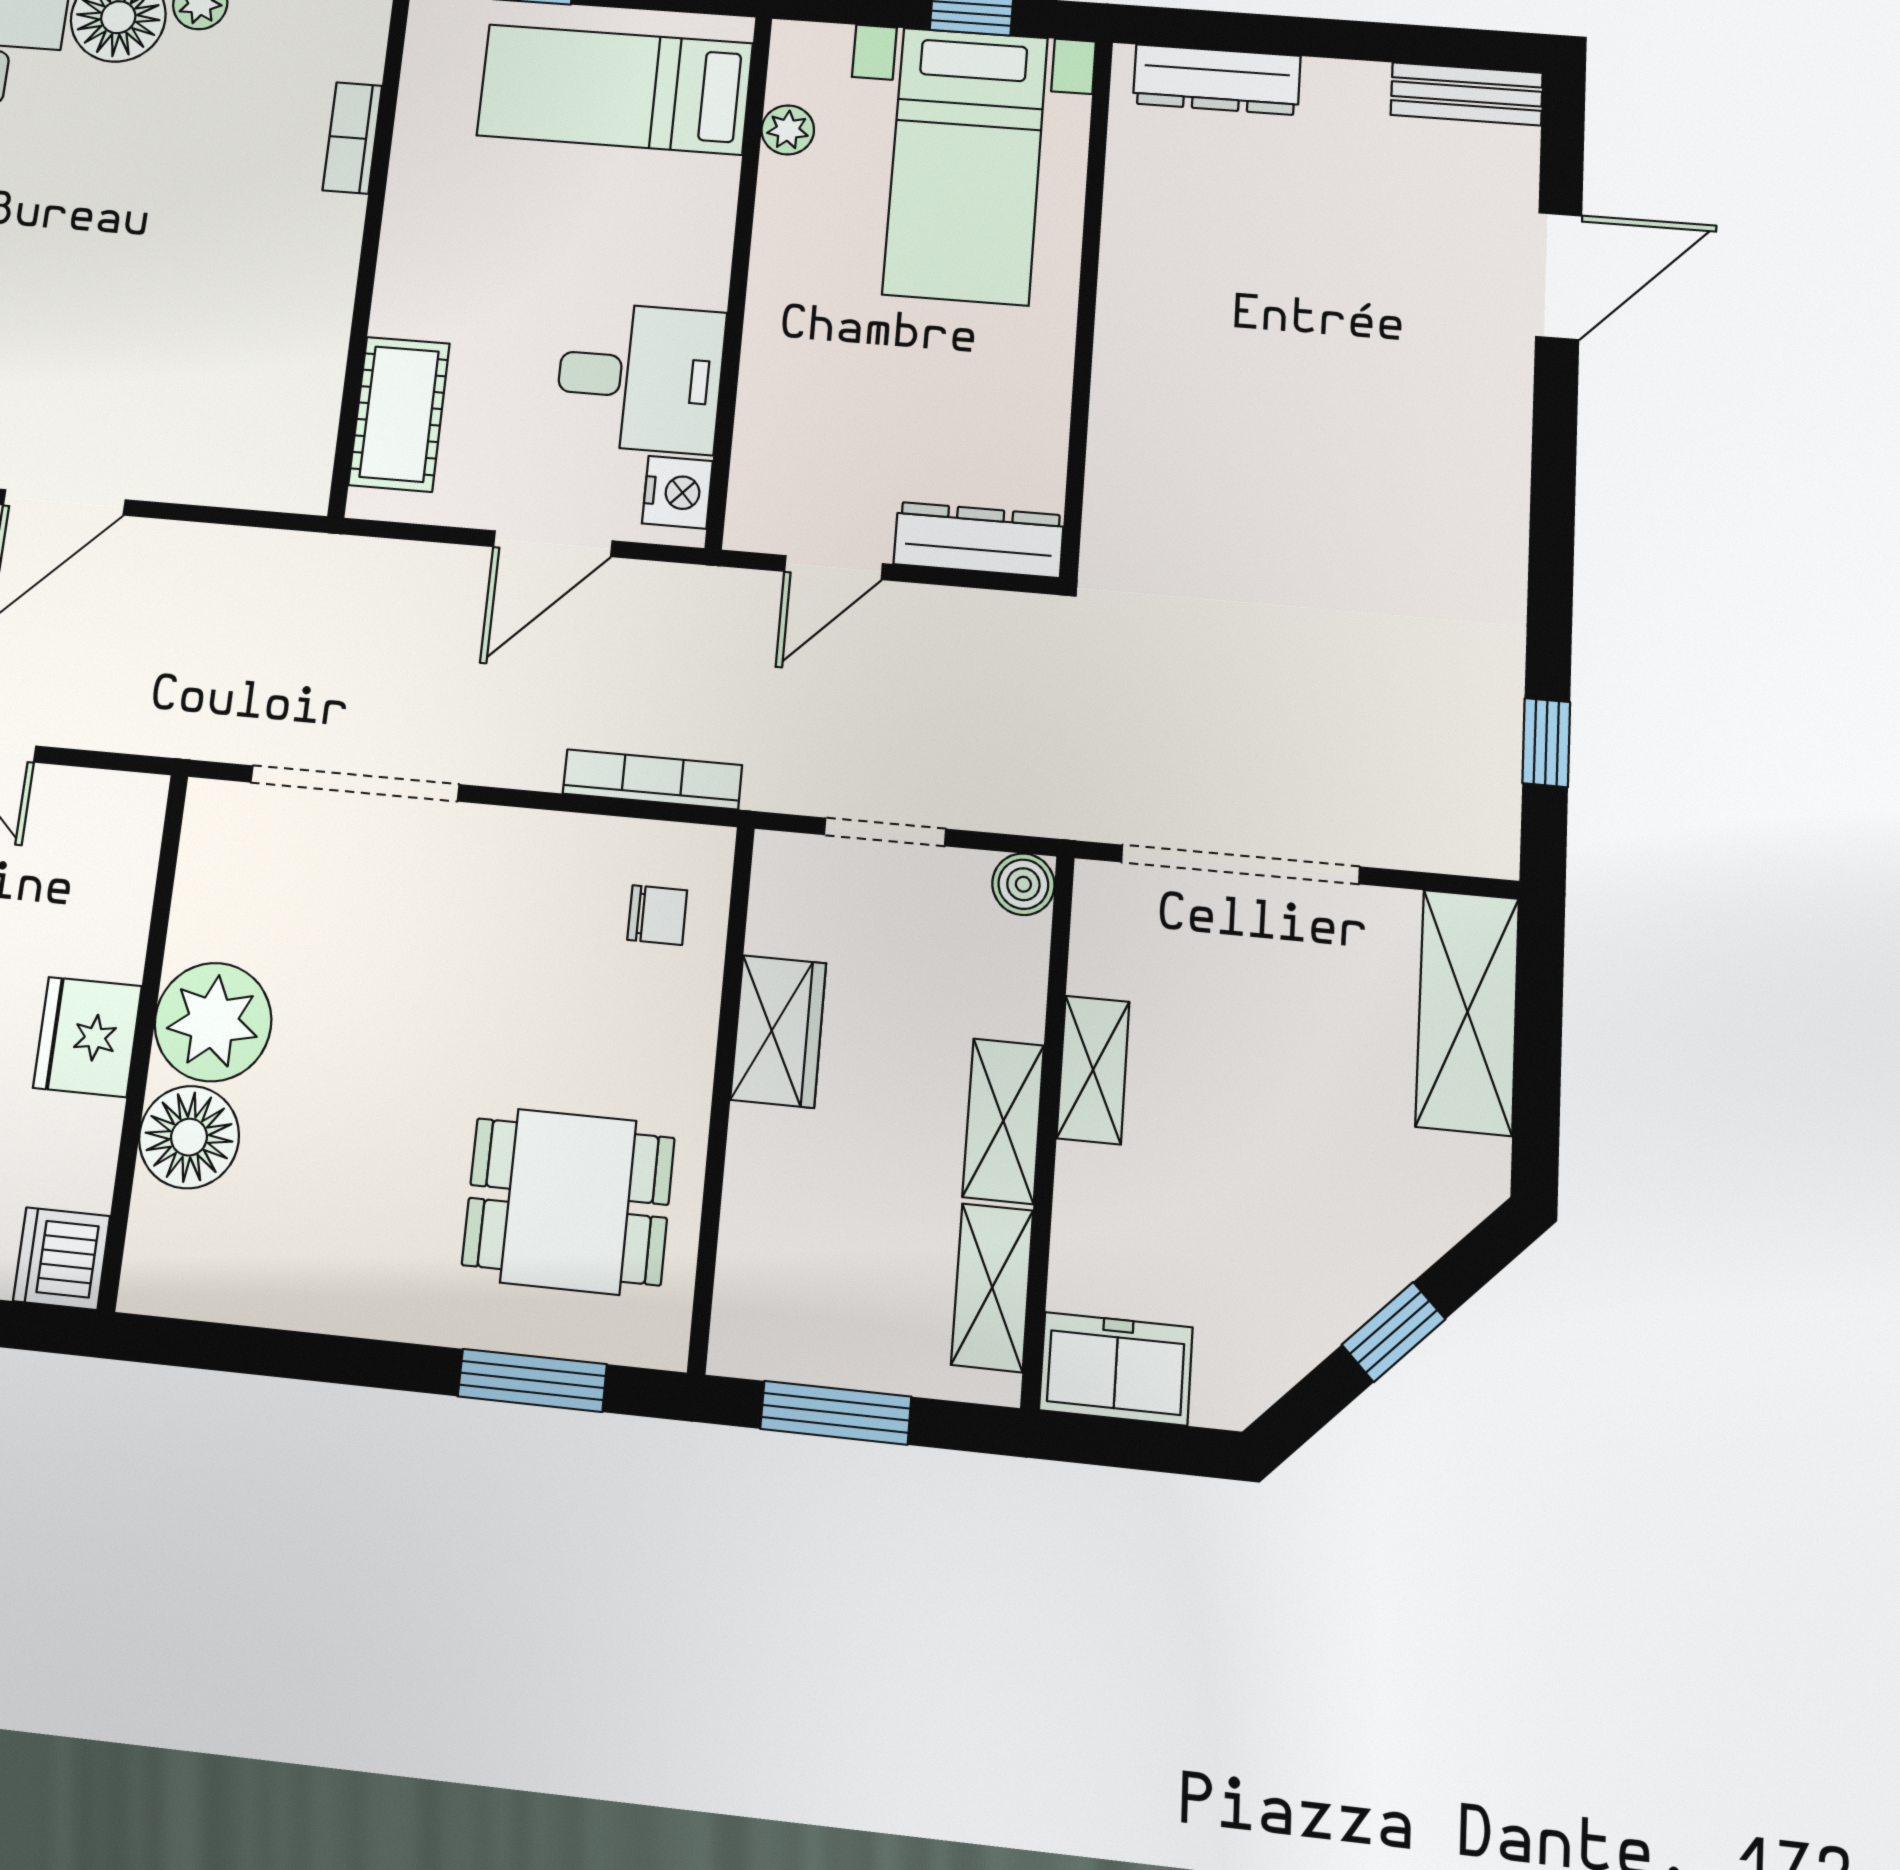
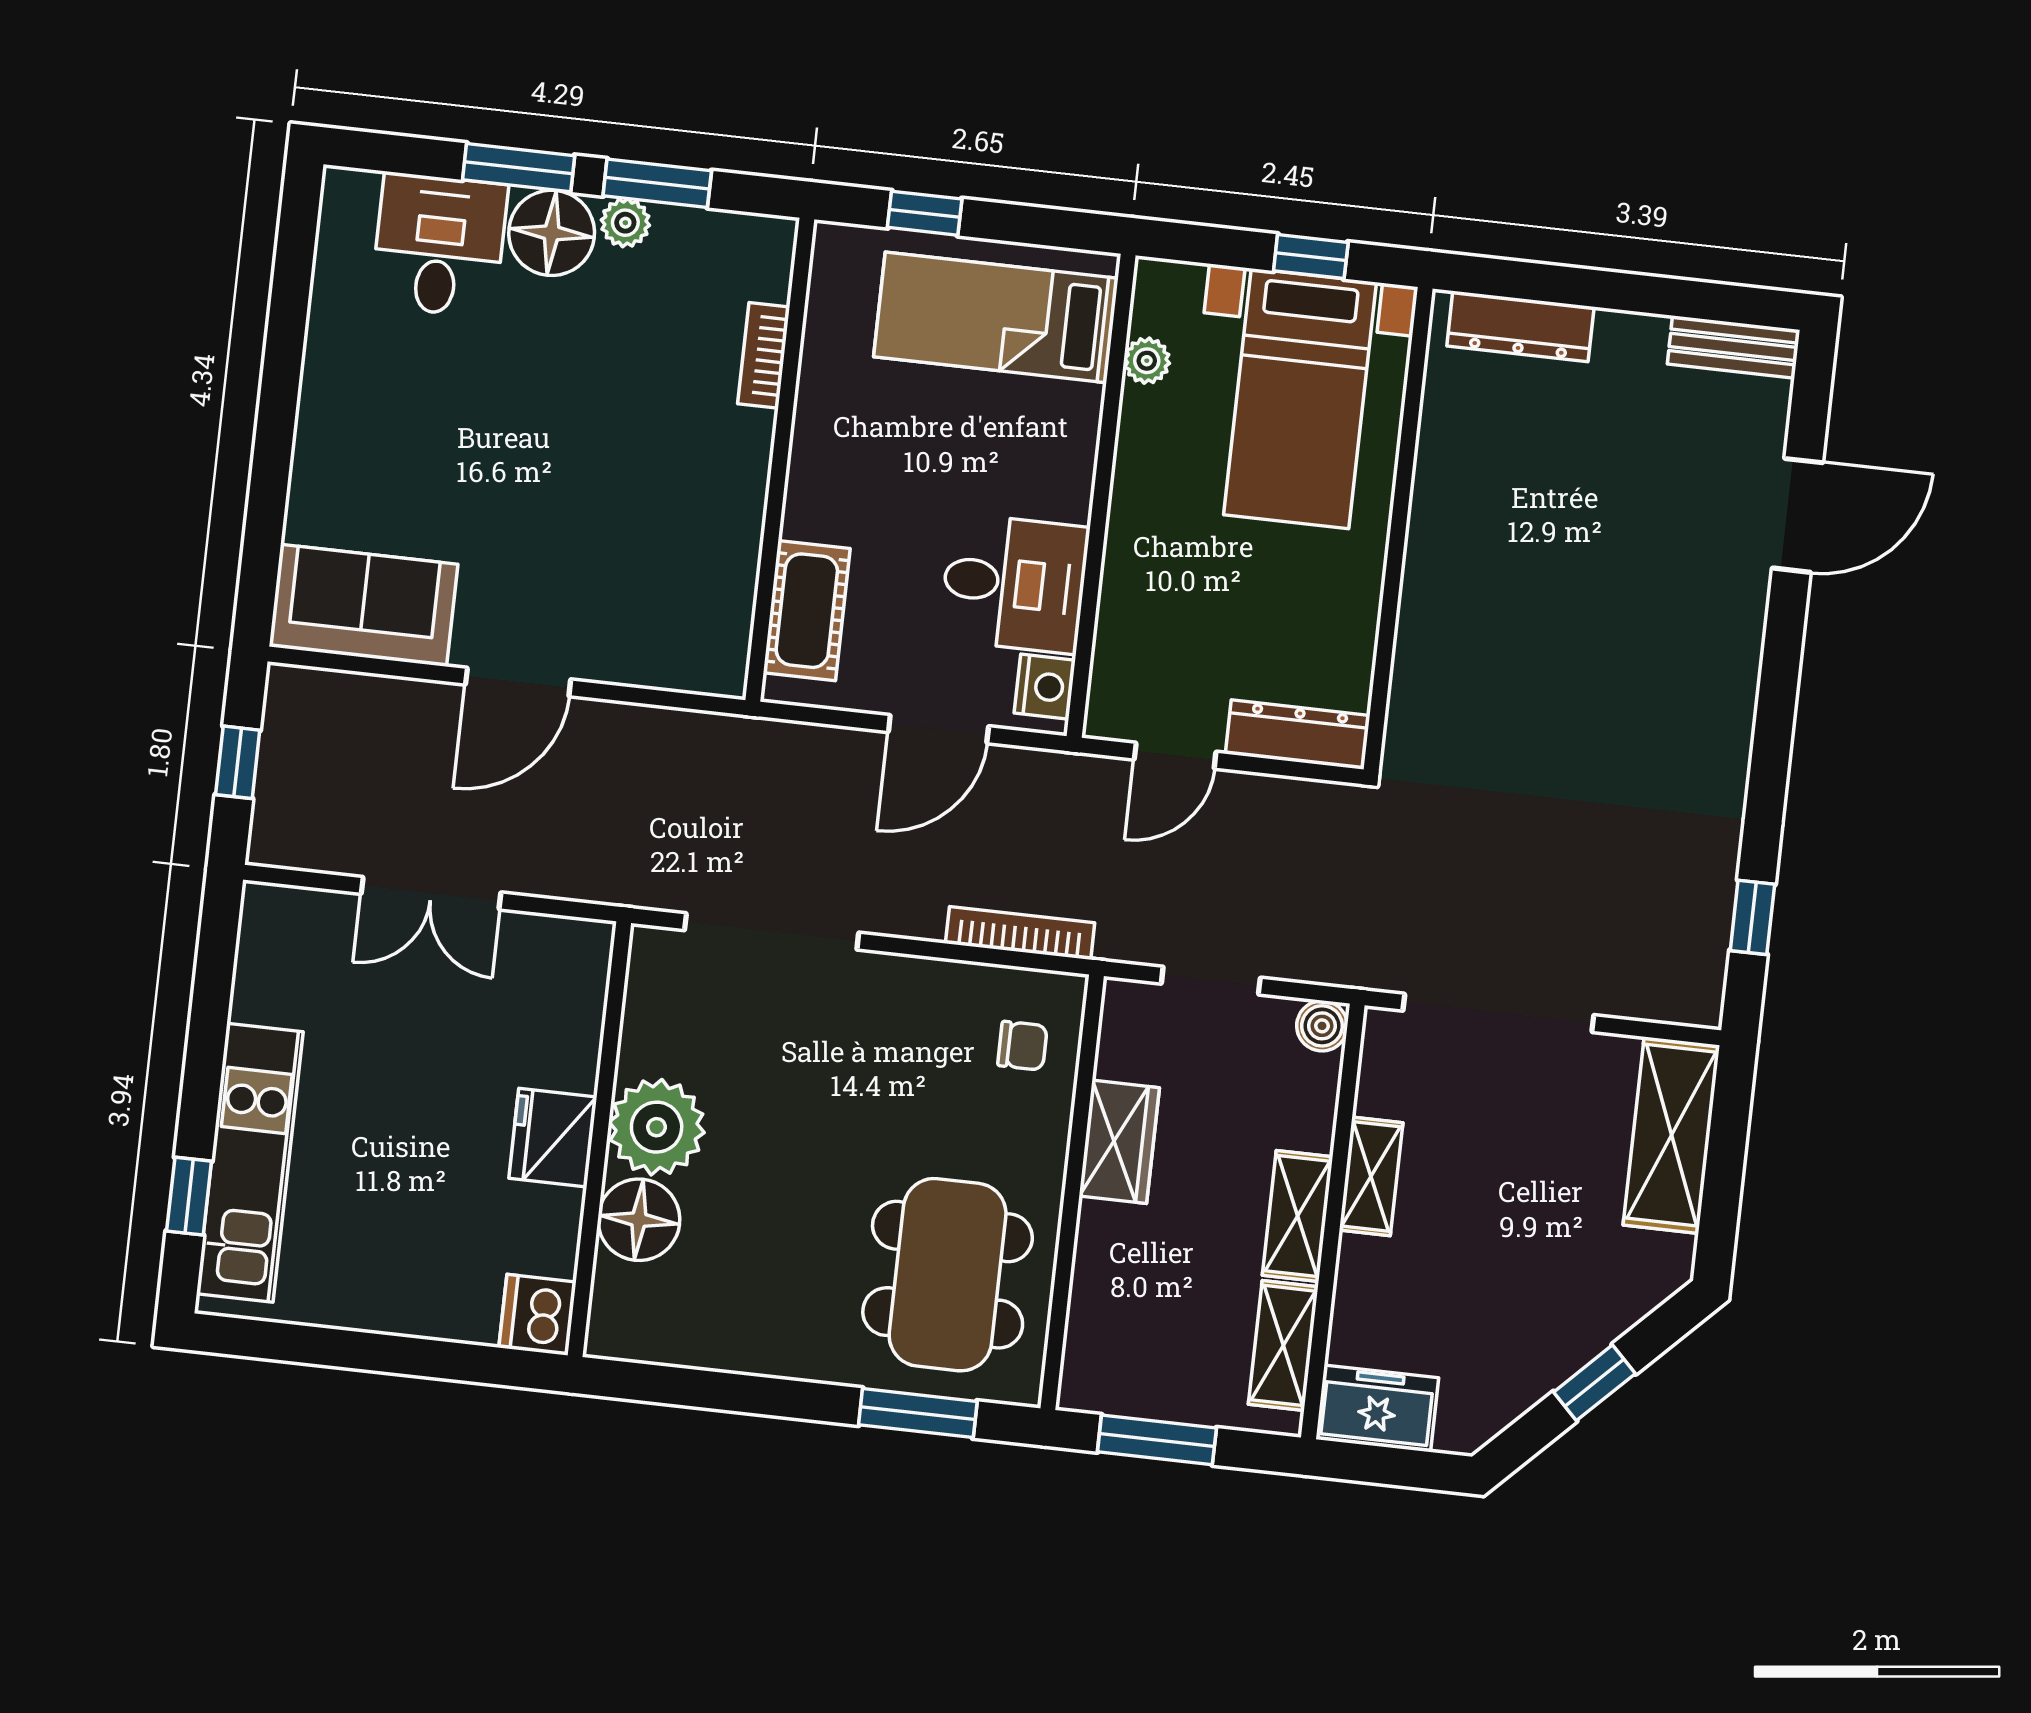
dining table: (568, 1201) -> (948, 1275), width x1.37

